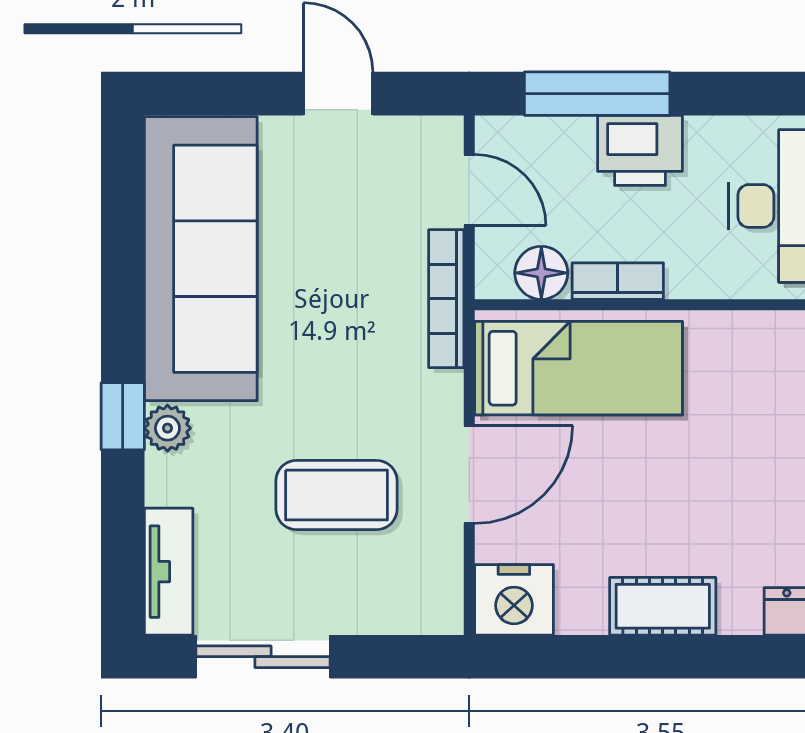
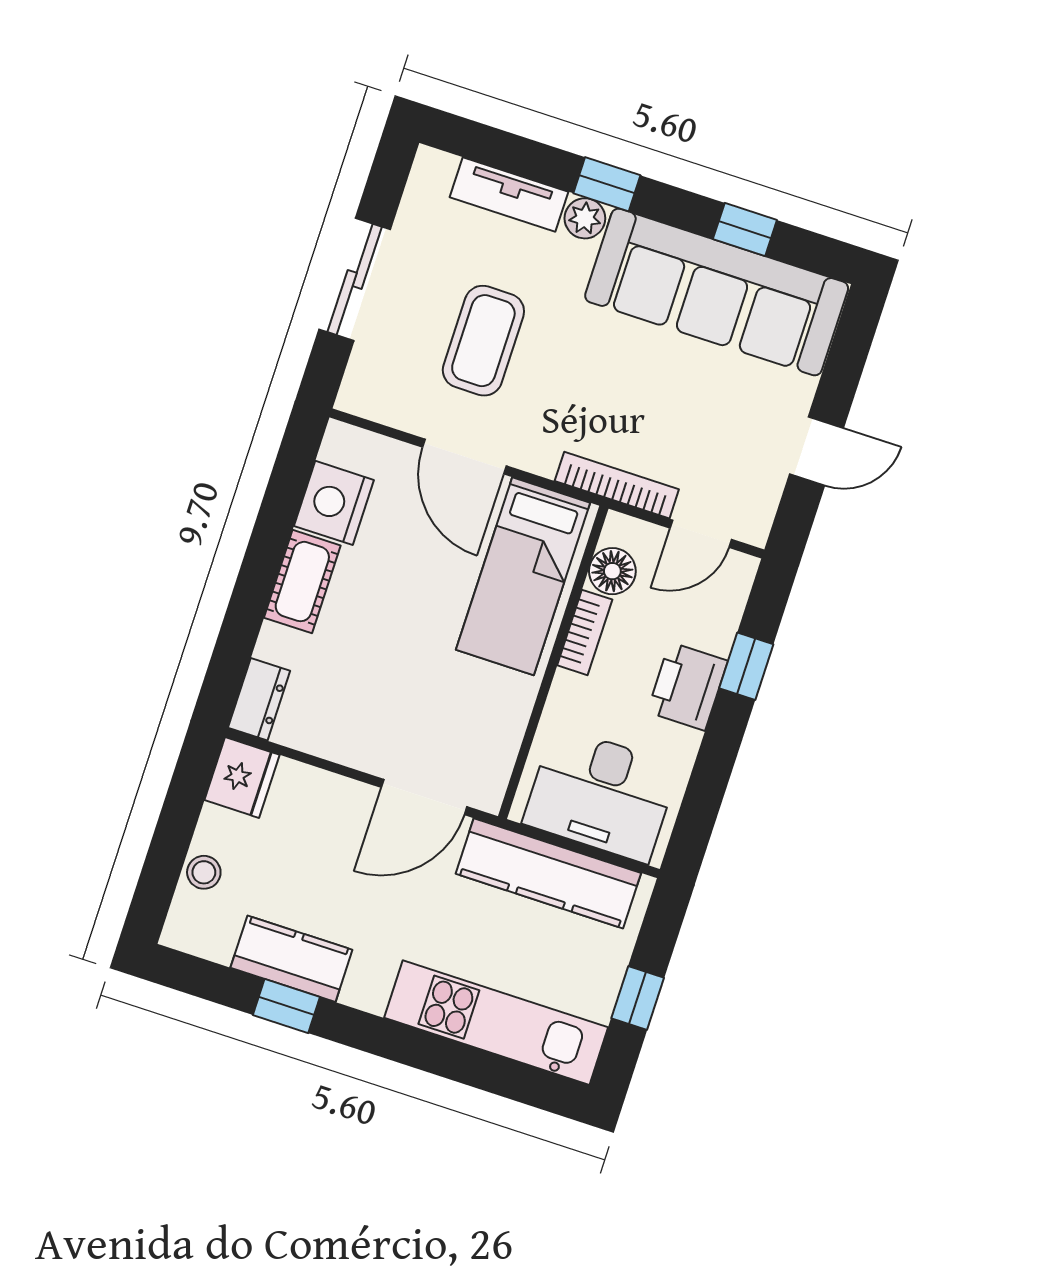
window: (597, 94) -> (746, 666), width x0.46
window: (123, 250) -> (745, 229), added
tv unit: (169, 572) -> (509, 195), moved
nightstand: (514, 600) -> (334, 503), moved
sliding door: (263, 657) -> (355, 279), moved

